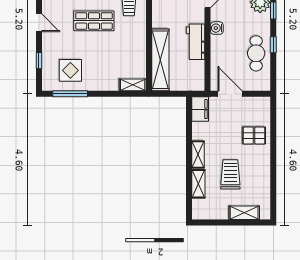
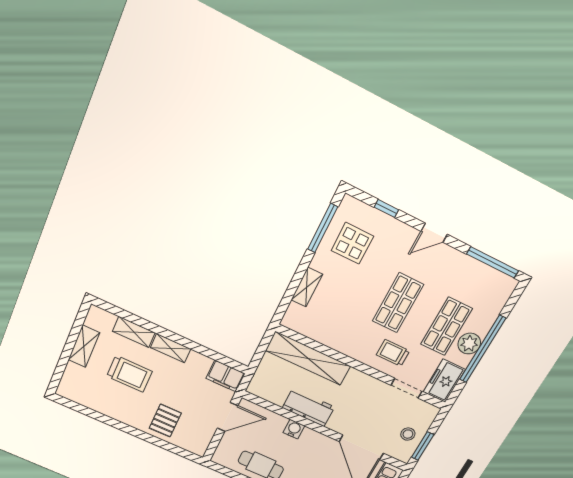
water cooler: (217, 28) -> (294, 429), moved
shelving: (133, 85) -> (307, 287), moved
shelving: (244, 213) -> (84, 346), moved

